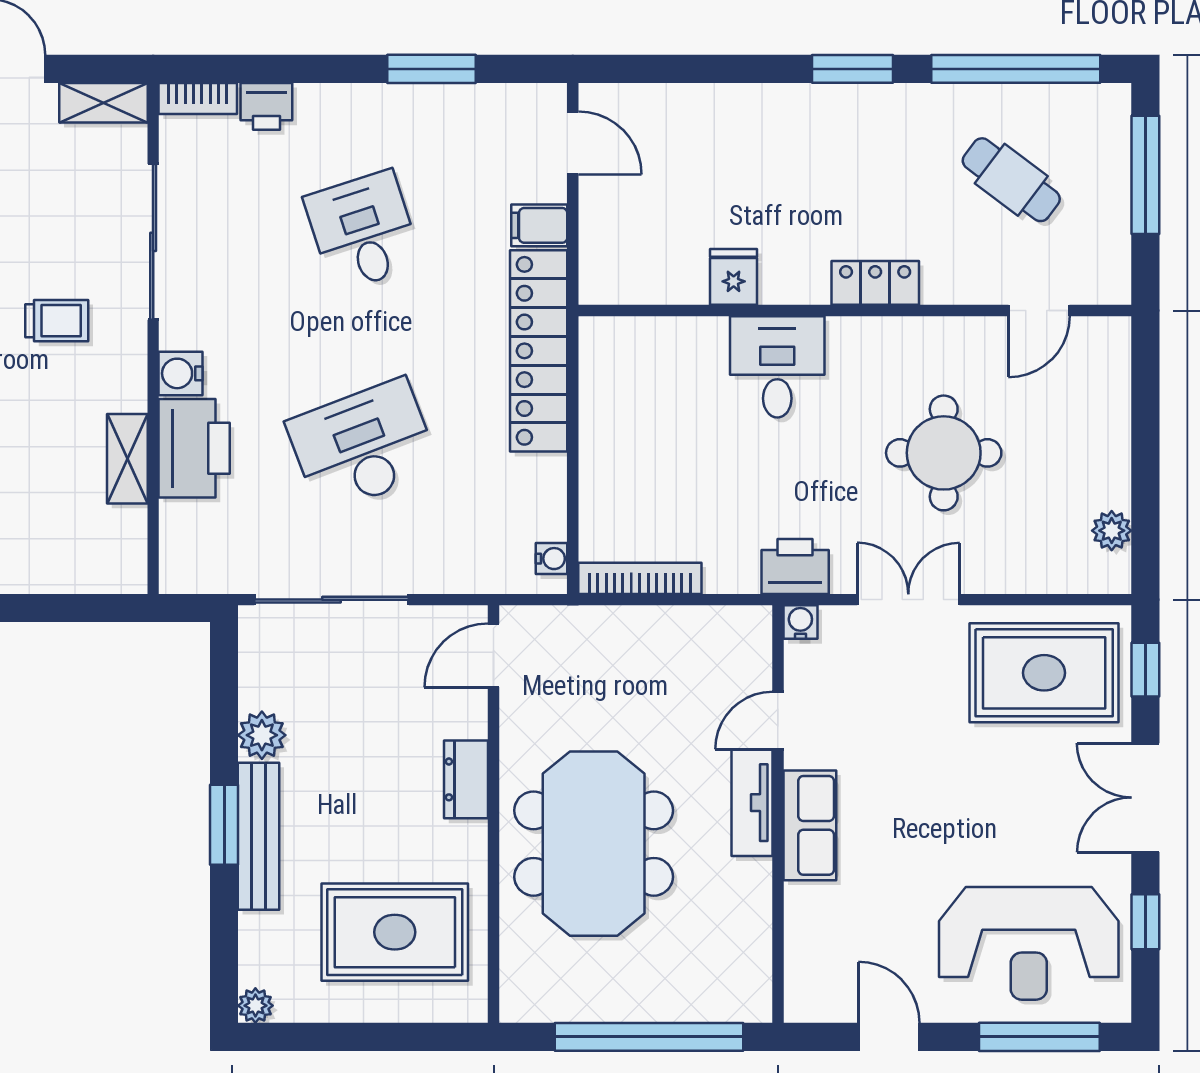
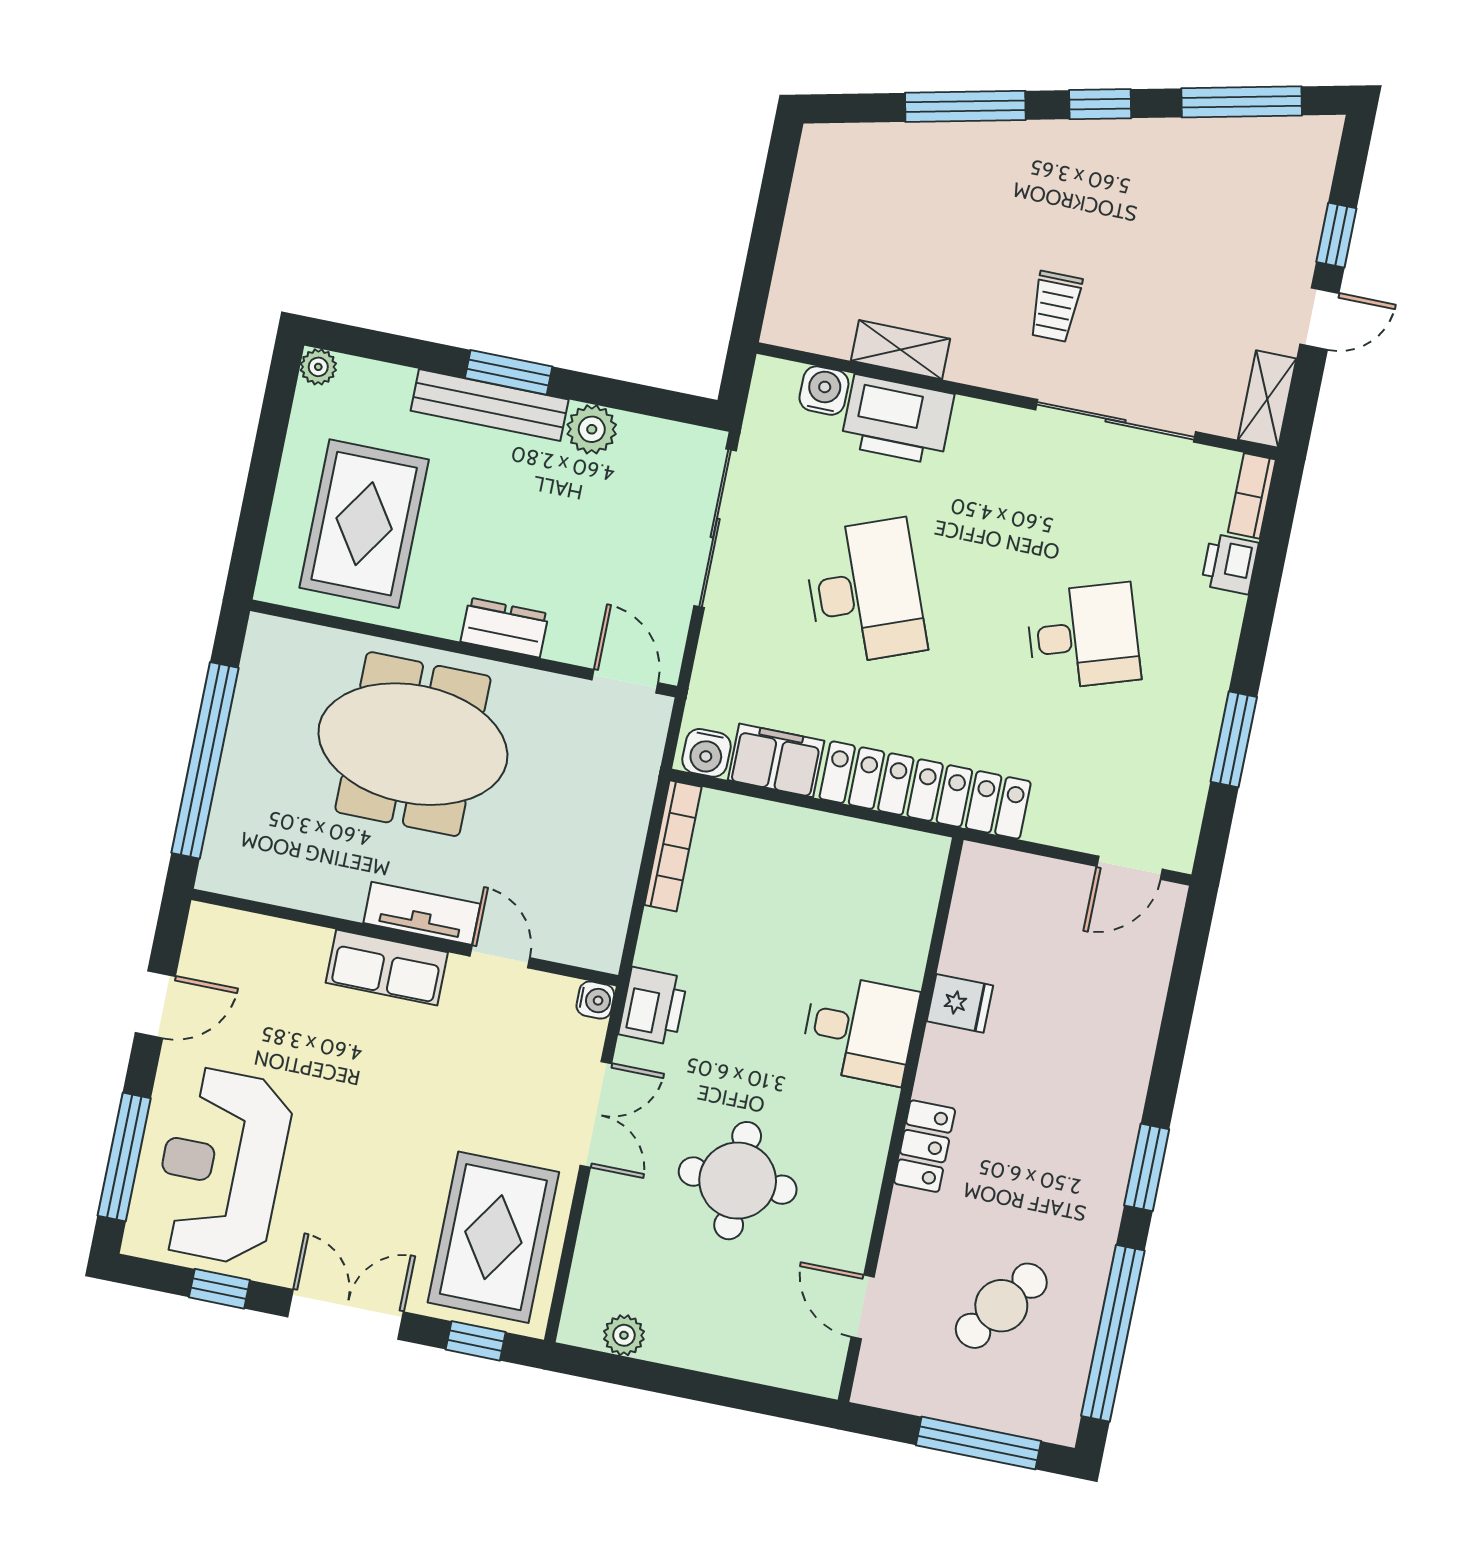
filing cabinet: (539, 225) -> (776, 760), moved, width x2.00
water cooler: (181, 373) -> (824, 391), moved
water cooler: (552, 559) -> (706, 753), width x1.38, depth x1.38

